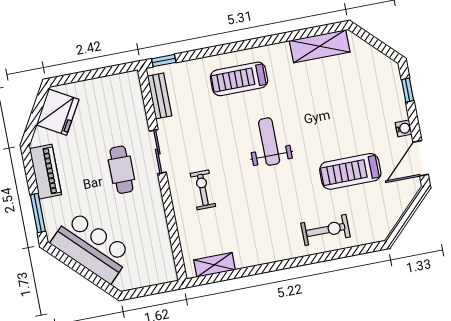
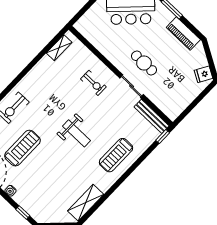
treadmill: (239, 79) -> (116, 155), turned 180
bench: (160, 96) -> (152, 116), width x1.36
fridge: (58, 112) -> (203, 74), width x0.53, depth x0.75

